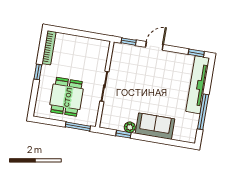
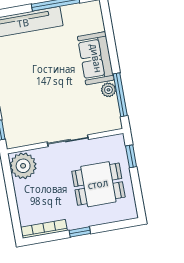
plant: (98, 49) -> (23, 166), added
window: (78, 126) -> (131, 156), width x0.67
window: (123, 134) -> (120, 95), width x2.17

